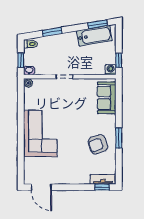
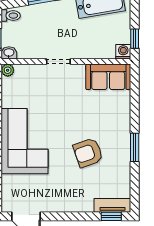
sofa: (107, 98) -> (108, 77), moved, turned -90
armchair: (98, 144) -> (88, 153), moved

